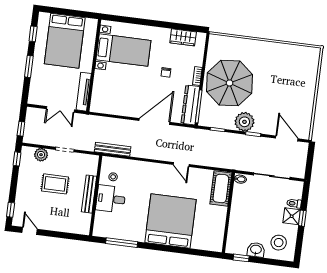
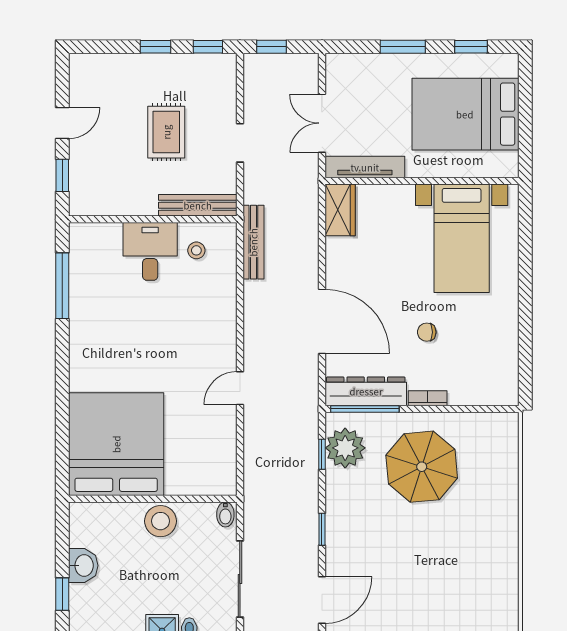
wardrobe: (183, 37) -> (340, 210), moved, turned 180
parasol: (230, 83) -> (422, 467), width x0.73, depth x0.73
plant: (244, 122) -> (345, 448), moved
plant: (41, 155) -> (223, 95), removed
cot: (221, 188) -> (201, 477), removed
bench: (89, 194) -> (198, 205), moved
window: (11, 210) -> (155, 47), moved
bed: (170, 221) -> (116, 444), moved, turned -90
door: (30, 231) -> (62, 123), moved
window: (69, 236) -> (62, 175), added
stool: (279, 243) -> (160, 521), moved
window: (241, 258) -> (62, 594), moved

